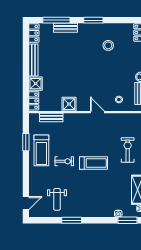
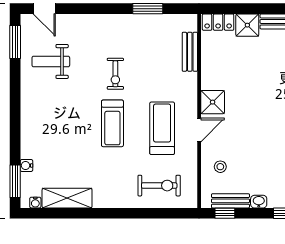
shower: (69, 104) -> (213, 102), moved
treadmill: (41, 150) -> (162, 128), moved, turned 90
exercise bike: (128, 150) -> (159, 186), moved
window: (72, 220) -> (15, 42), moved

